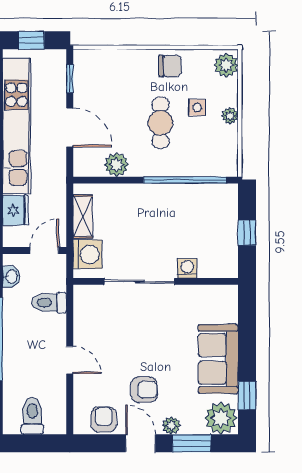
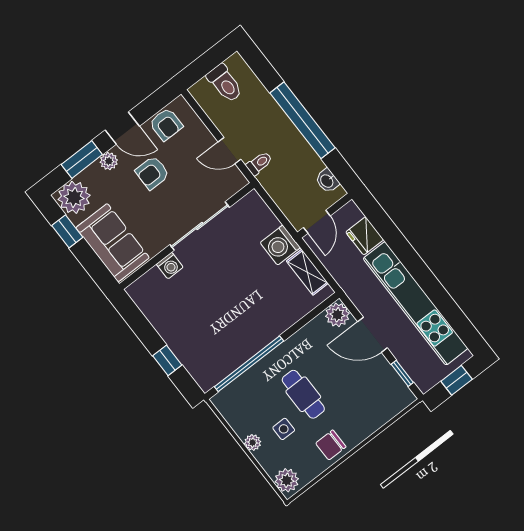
plant: (116, 165) -> (337, 315), moved
washing machine: (187, 268) -> (170, 266), moved
sliding door: (139, 281) -> (200, 226), moved
wall: (156, 281) -> (187, 236), moved
toilet: (49, 303) -> (259, 163), moved, width x0.73, depth x0.72

